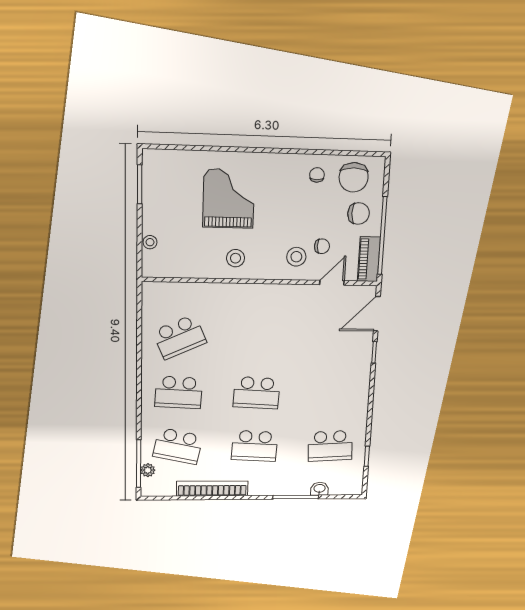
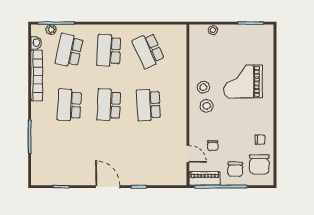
chair: (354, 177) -> (259, 164), turned -90
grand piano: (229, 199) -> (243, 81), turned 180
stool: (296, 257) -> (207, 106), moved
door: (377, 314) -> (108, 187), moved
school desk: (330, 446) -> (148, 105), moved
washbasin: (319, 489) -> (36, 43), moved

